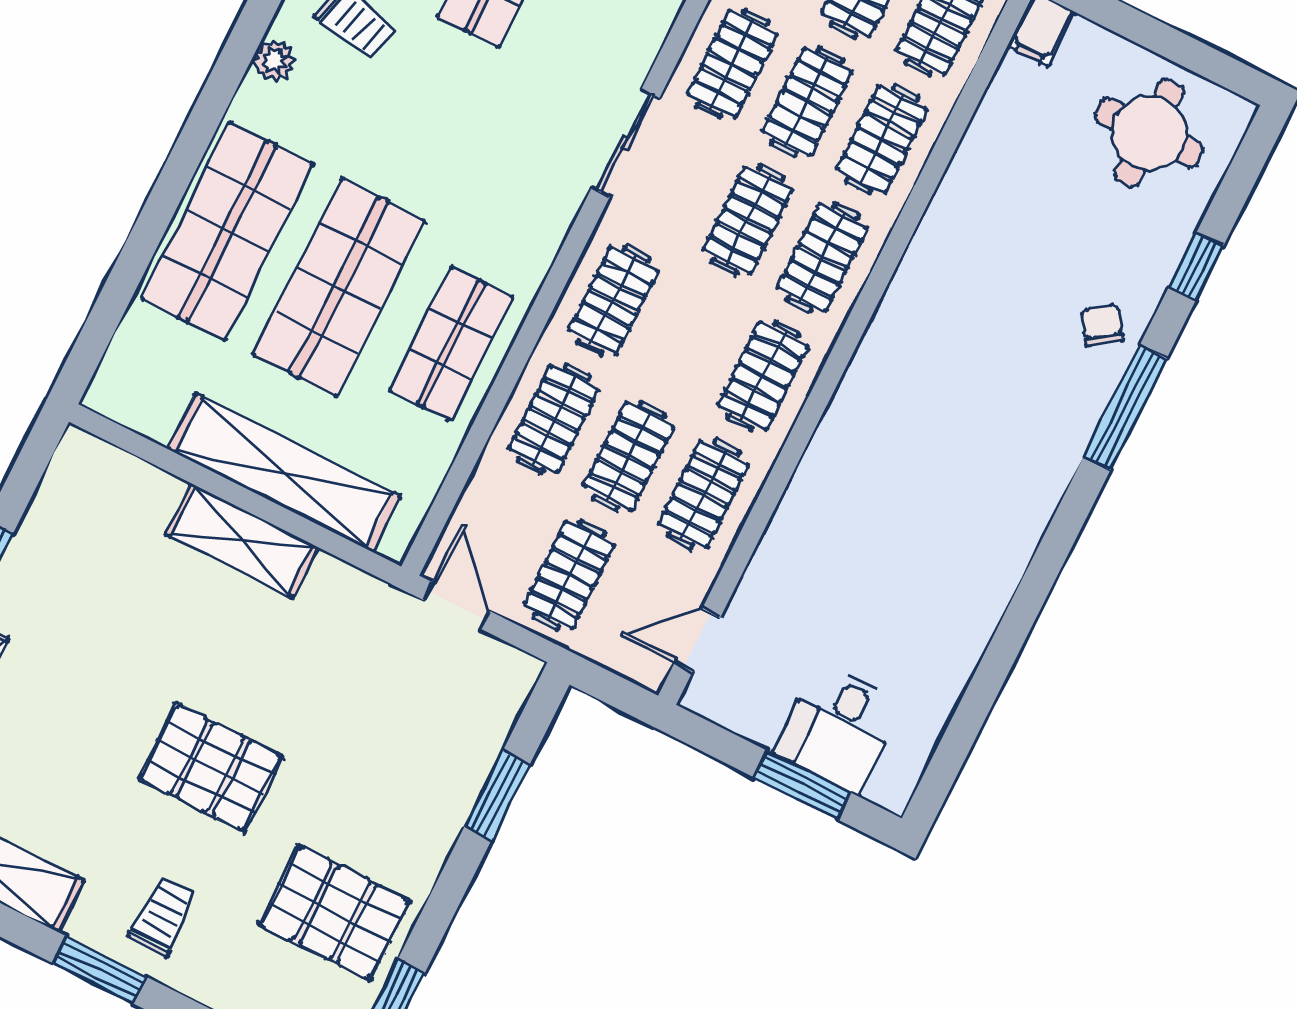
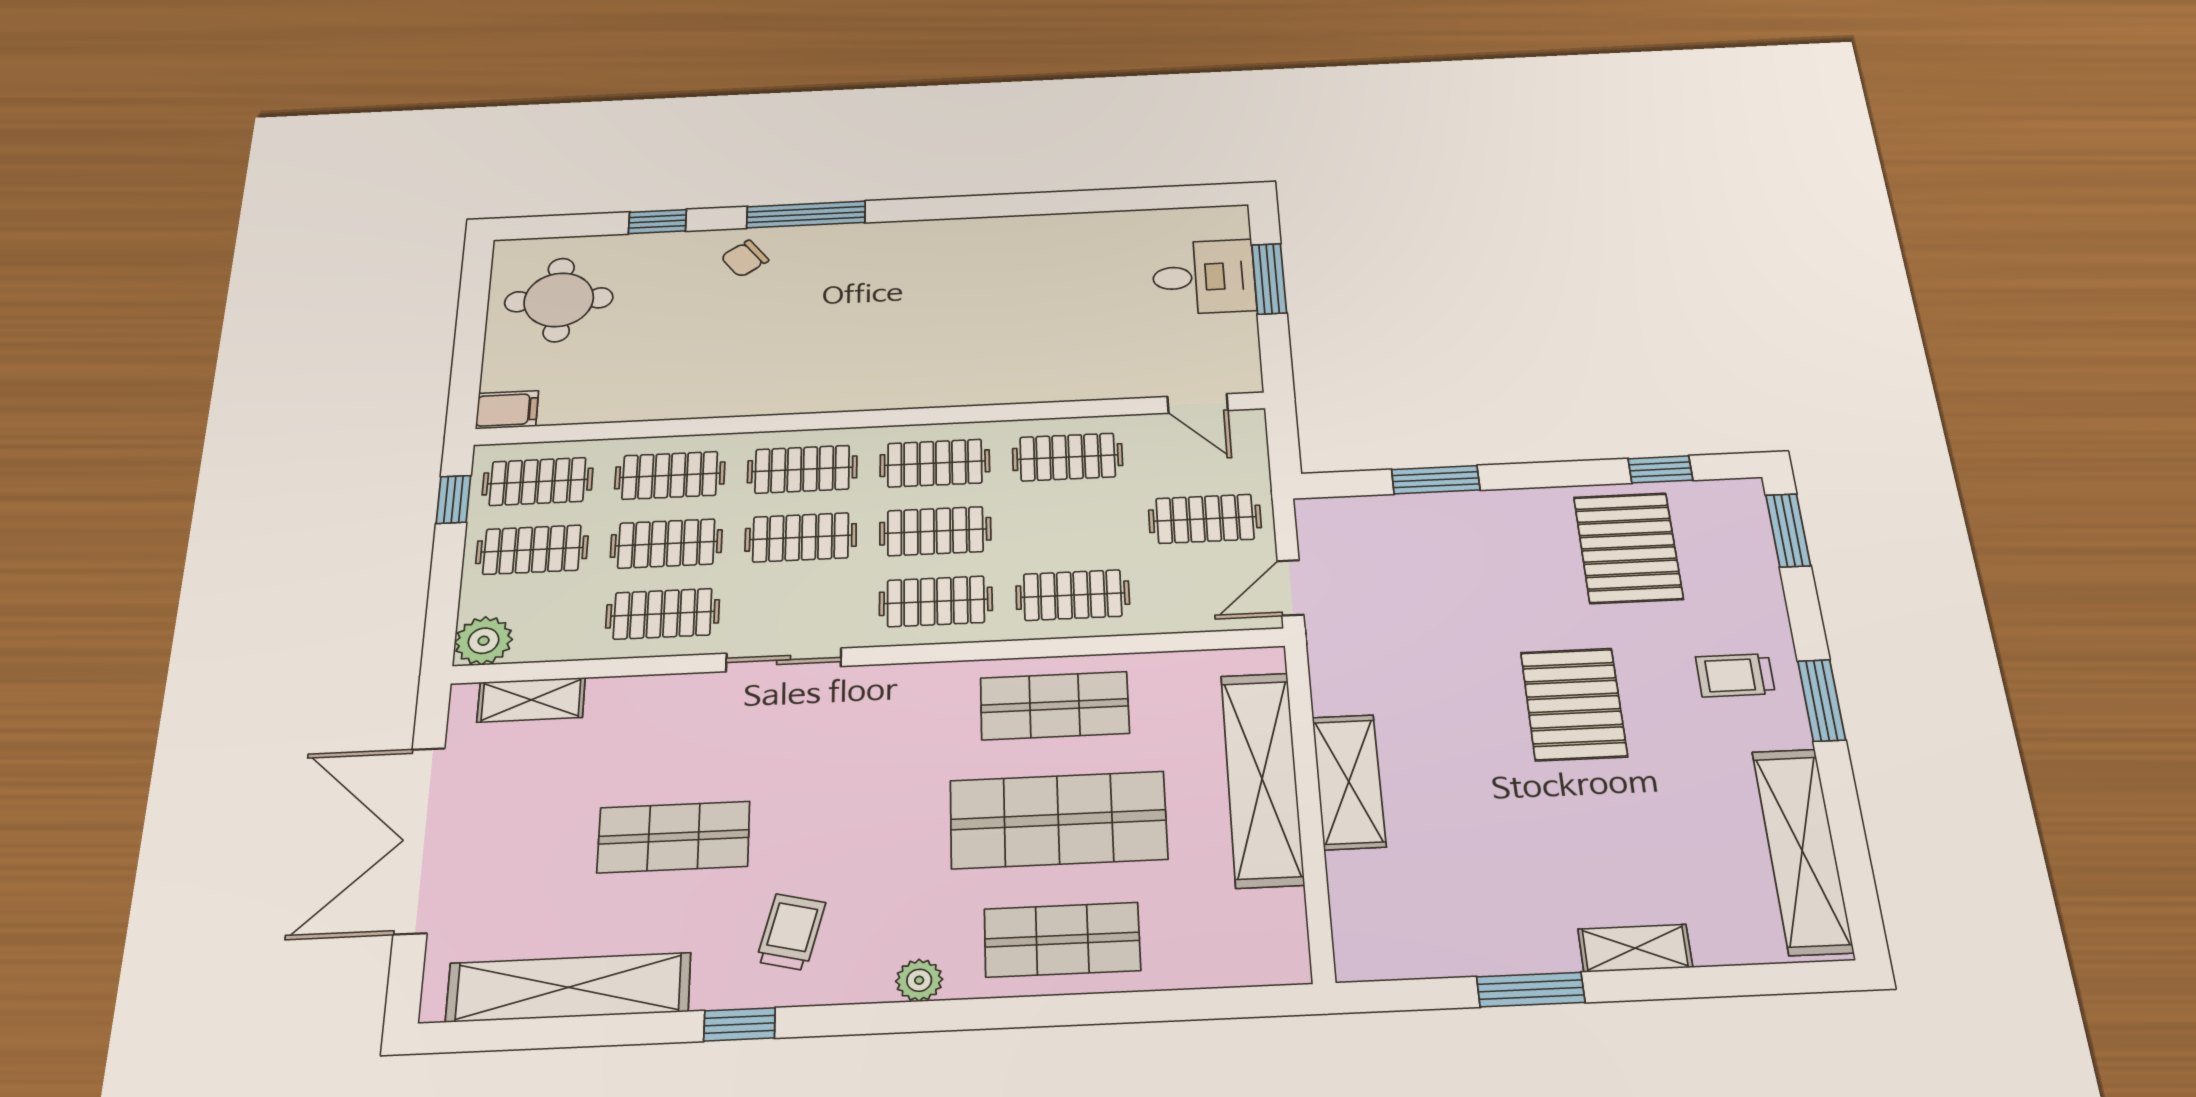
plant: (274, 61) -> (919, 980), moved
shop shelf: (227, 231) -> (1062, 940), width x0.70, depth x0.74
clothes rail: (629, 457) -> (935, 531), moved

